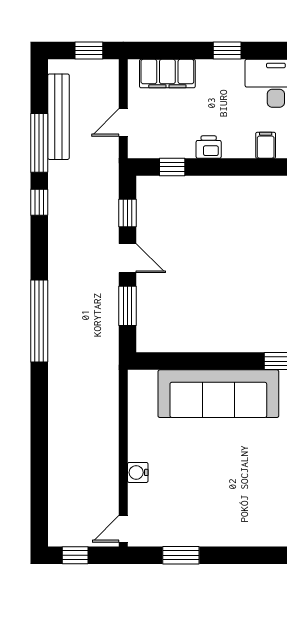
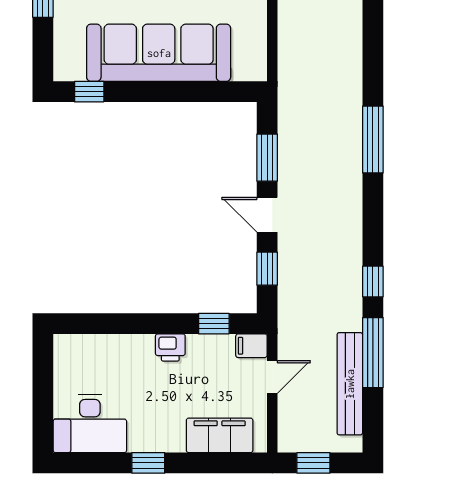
filing cabinet: (266, 145) -> (251, 346), moved, turned 90
window: (39, 321) -> (373, 140), width x0.68

